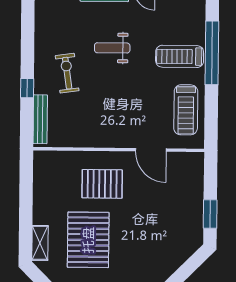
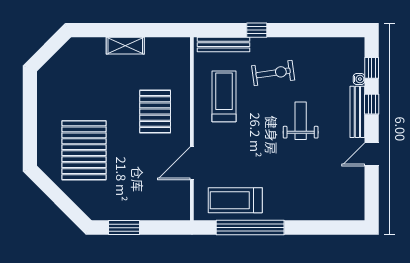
window: (212, 53) -> (250, 228), moved
treadmill: (180, 56) -> (224, 96), moved
pallet: (88, 240) -> (84, 150), moved, turned 90
shelving: (40, 243) -> (125, 46), moved

